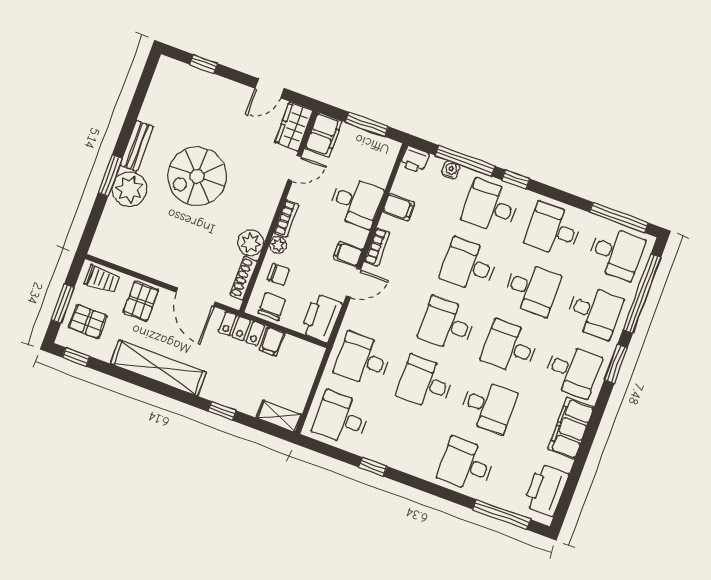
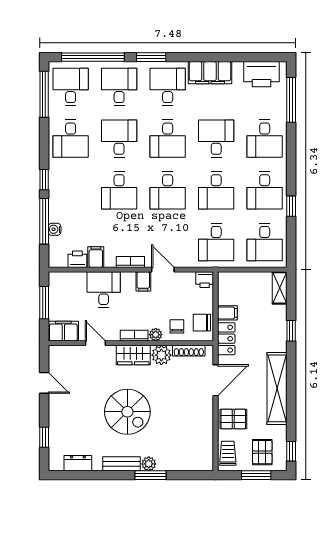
dresser: (157, 93) -> (78, 463), added
wardrobe: (294, 126) -> (133, 355), moved
printer: (415, 159) -> (77, 259), moved, turned -90
plant: (129, 189) -> (149, 464), width x0.53, depth x0.53
desk: (491, 207) -> (265, 190), moved
printer: (321, 318) -> (205, 280), width x0.53, depth x0.68

